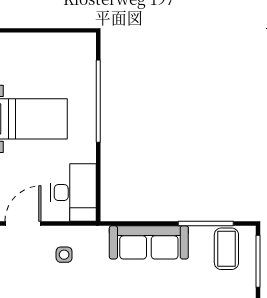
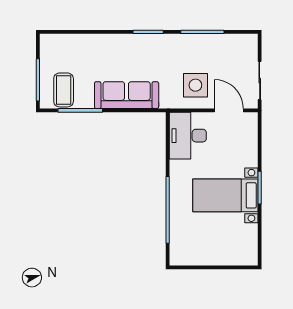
door: (23, 224) -> (229, 110), swing flipped
side table: (64, 255) -> (195, 85), width x1.87, depth x1.87

